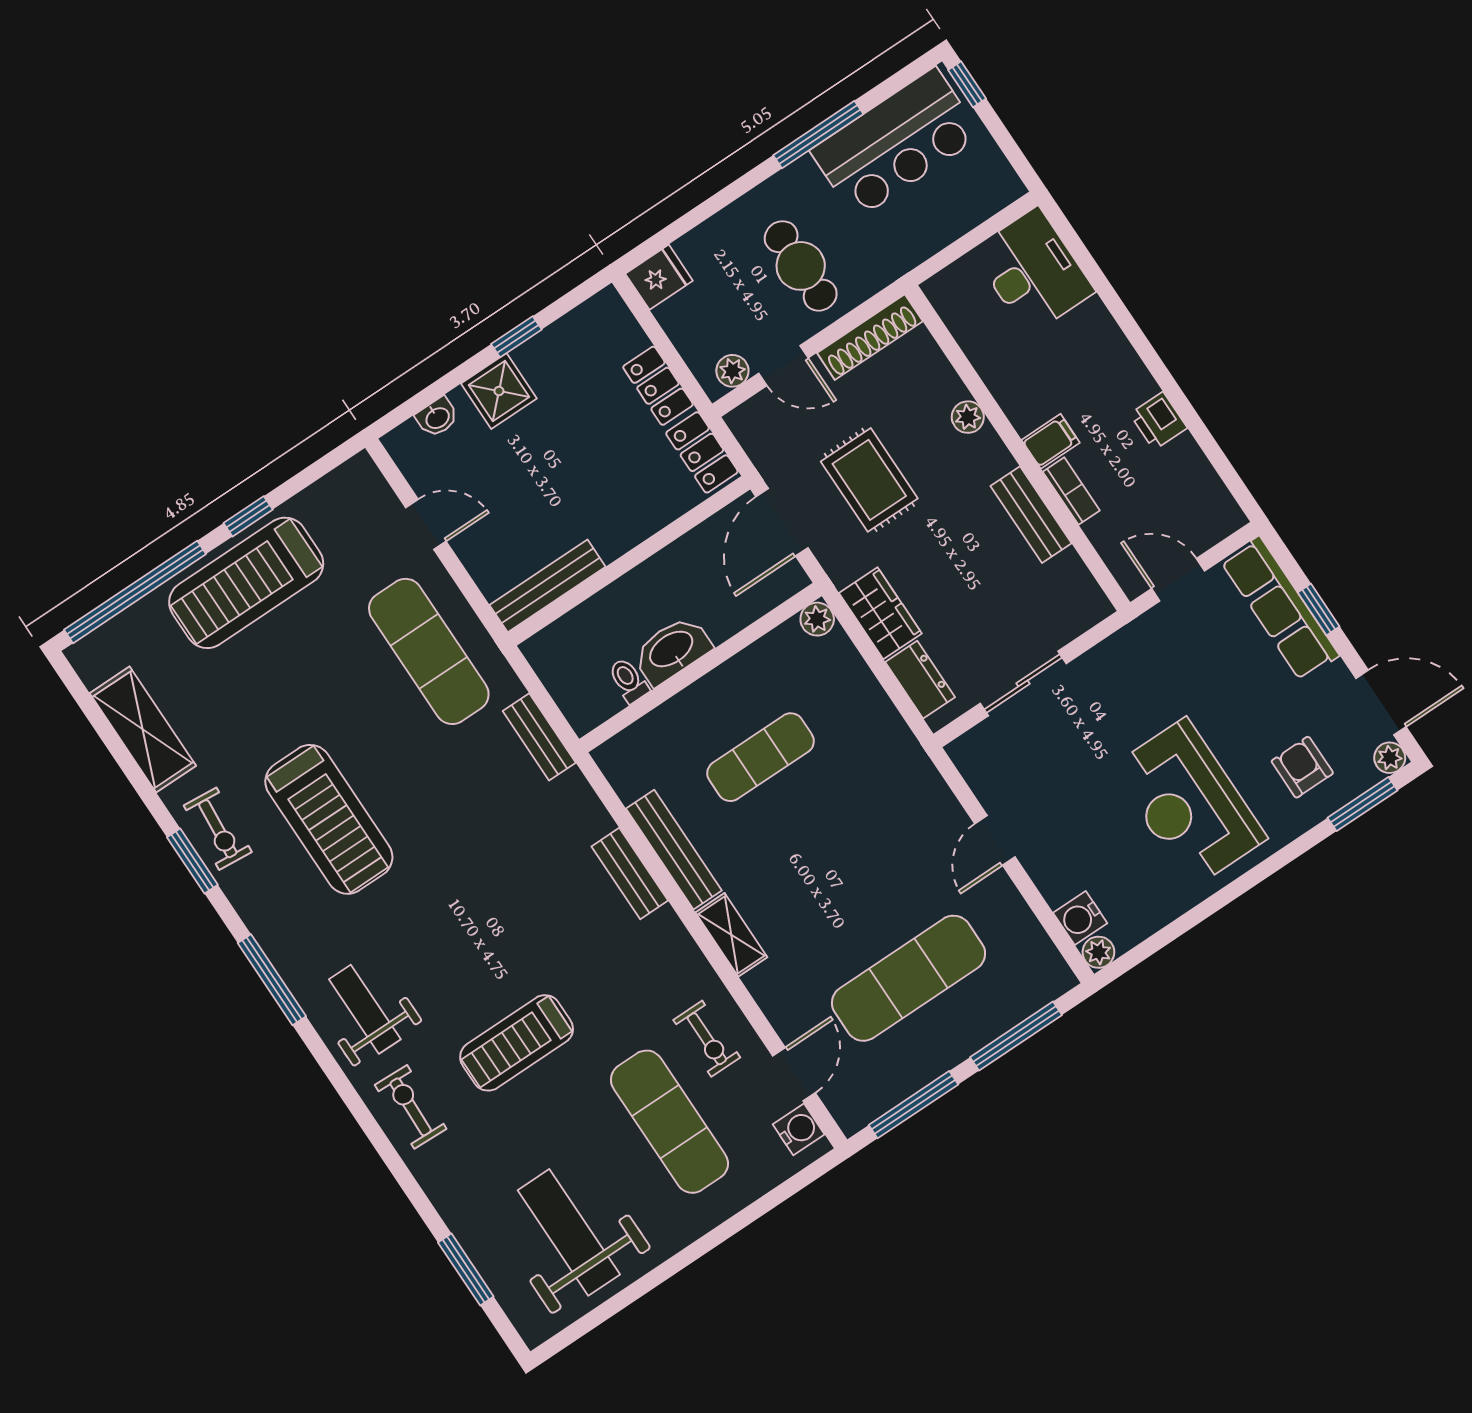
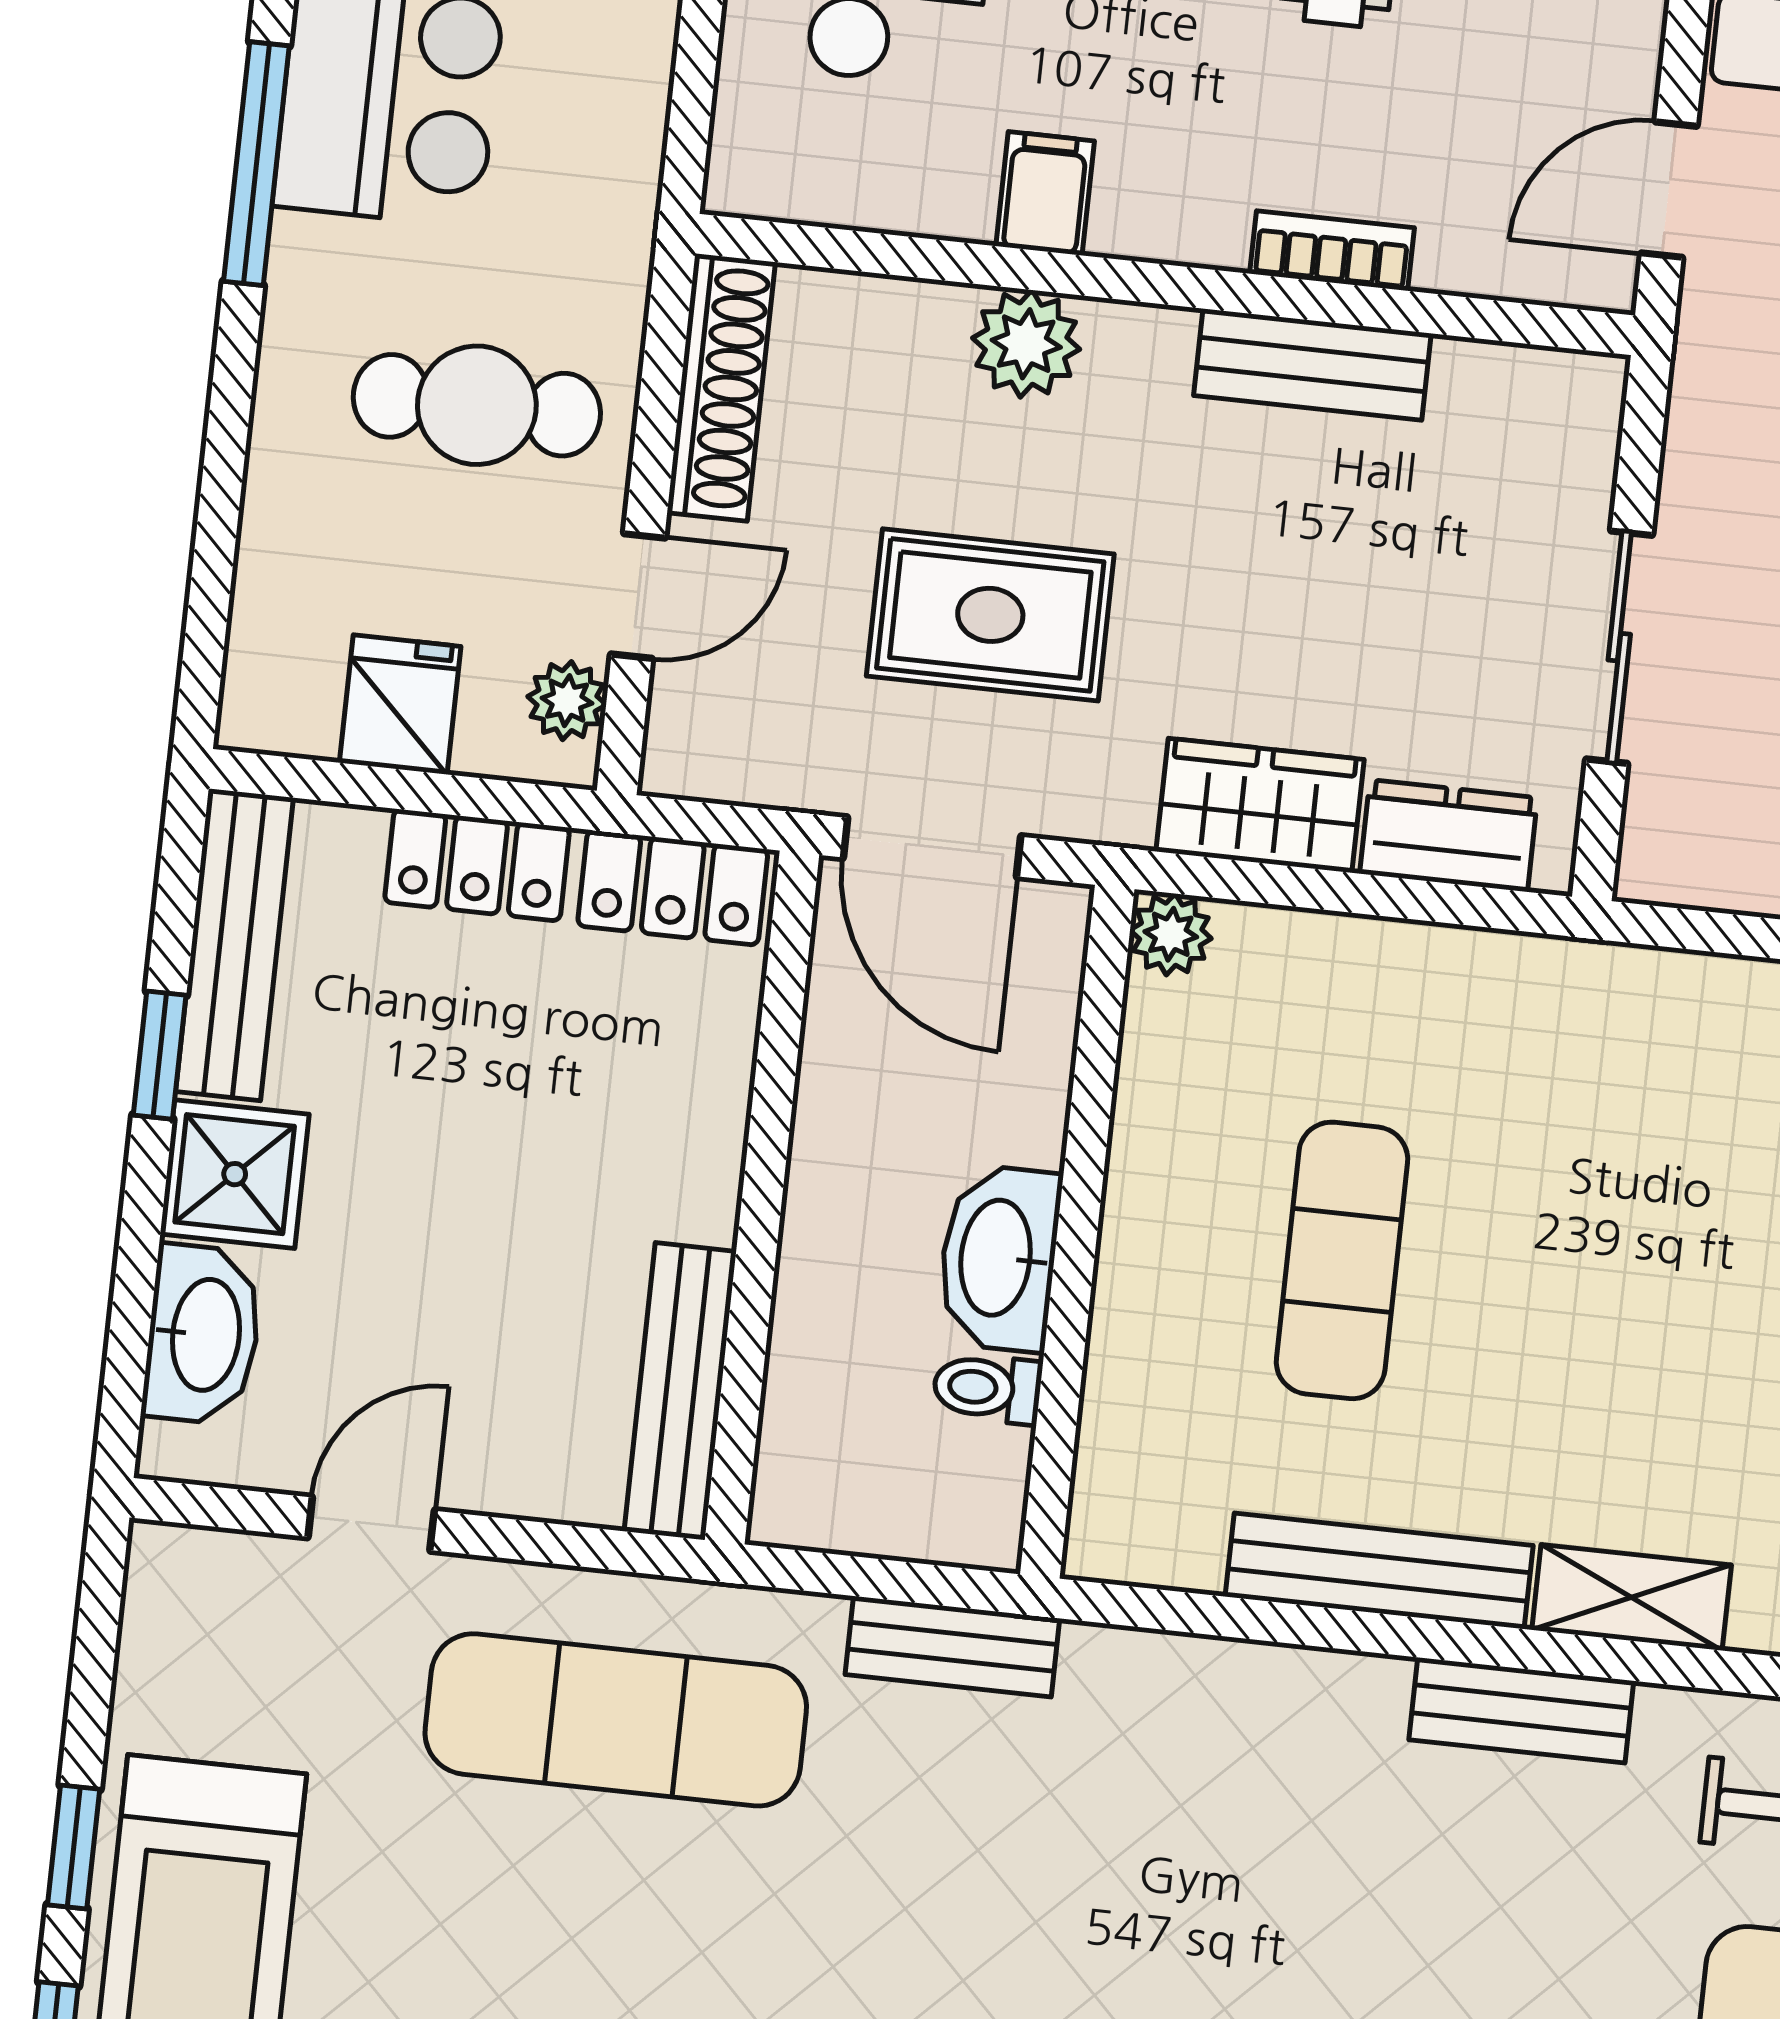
fridge: (659, 277) -> (400, 705), moved
bench: (570, 331) -> (234, 945), added
washbasin: (437, 417) -> (203, 1335), width x1.91, depth x1.45
plant: (968, 417) -> (1026, 344), width x1.38, depth x1.38
filing cabinet: (1051, 441) -> (1045, 193), moved
bench: (630, 873) -> (1521, 1710), moved

